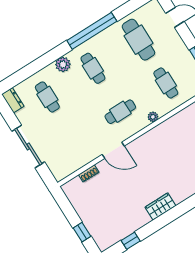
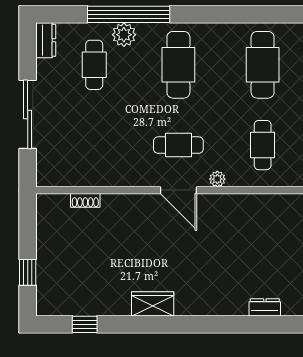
window: (92, 31) -> (129, 14), moved
plant: (63, 64) -> (124, 35), moved
cafe table: (93, 68) -> (178, 65), width x1.37, depth x1.35
door: (113, 150) -> (178, 190), moved

